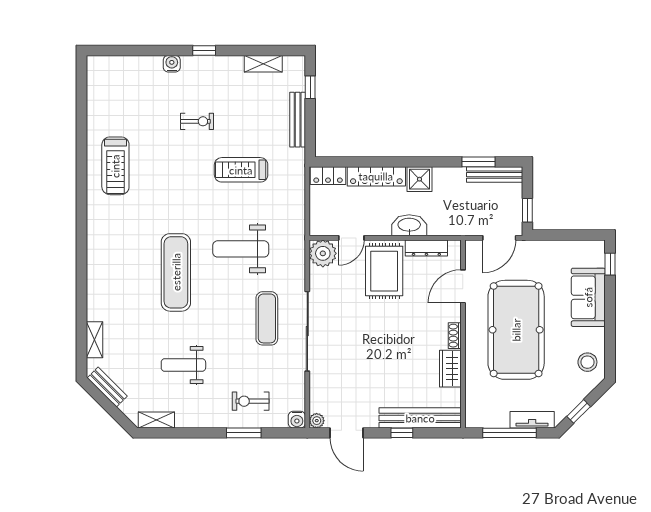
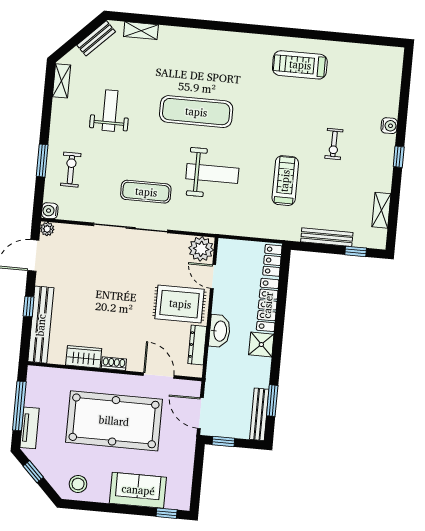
weight bench: (241, 249) -> (212, 173), turned 90

